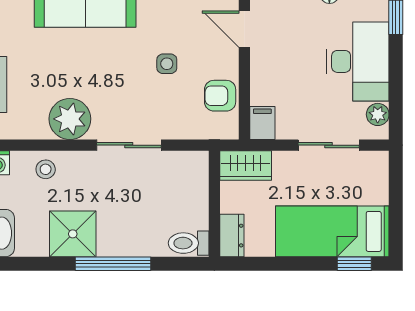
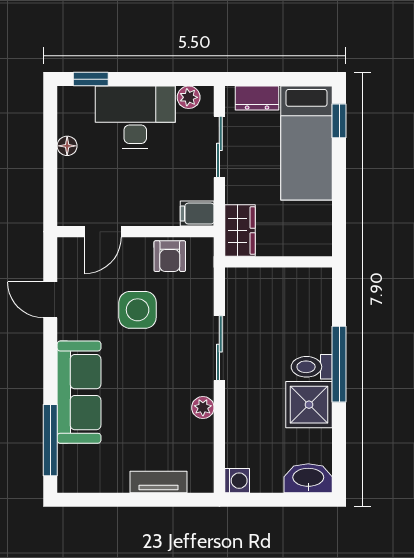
side table: (167, 64) -> (138, 310), width x1.87, depth x1.87
plant: (70, 119) -> (203, 408), width x0.53, depth x0.53
stool: (46, 169) -> (244, 432), removed
dresser: (232, 236) -> (257, 98), moved, turned 180
toilet: (189, 243) -> (312, 367), moved, turned 90

